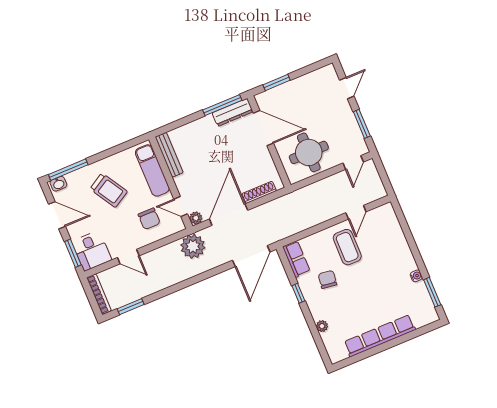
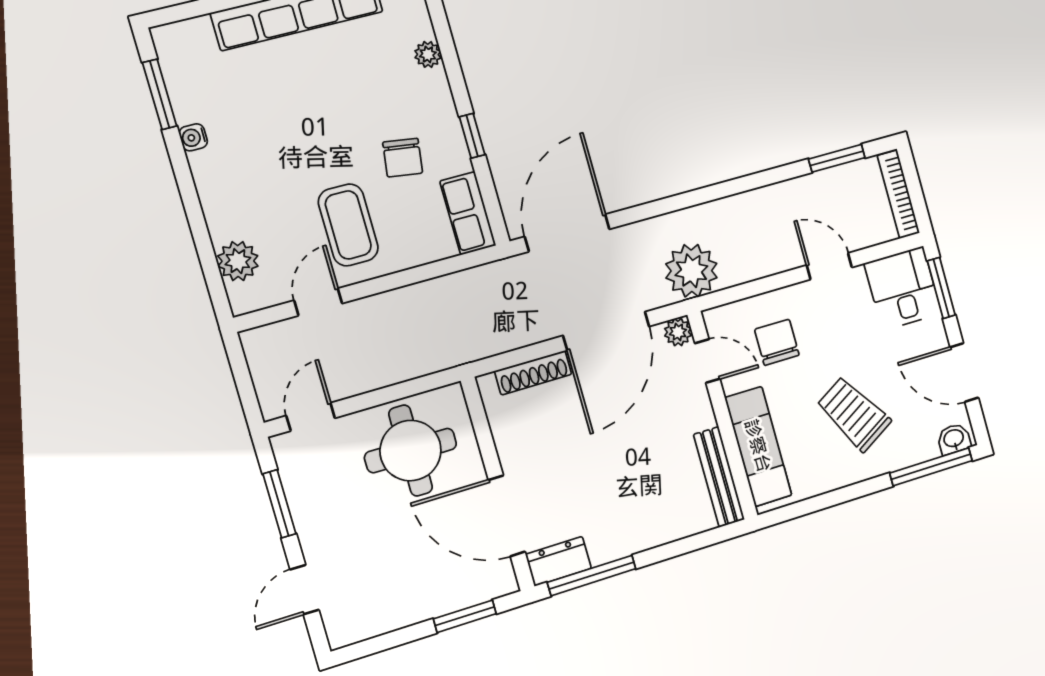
dresser: (233, 112) -> (558, 561), width x0.70
plant: (392, 226) -> (238, 261), added

